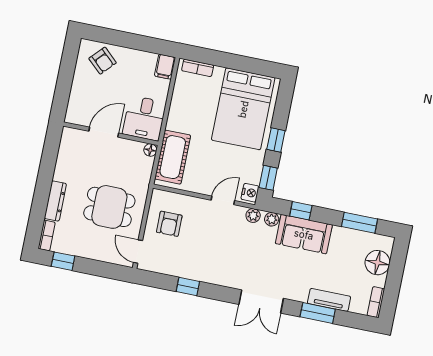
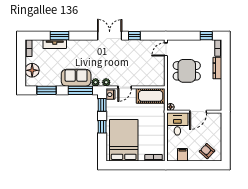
filing cabinet: (165, 67) -> (182, 155), moved
cot: (173, 157) -> (151, 96), moved, turned 90
window: (301, 211) -> (80, 90), width x2.17
armchair: (169, 224) -> (152, 68), removed
door: (138, 252) -> (166, 49), swing flipped
double door: (261, 301) -> (110, 36), moved

